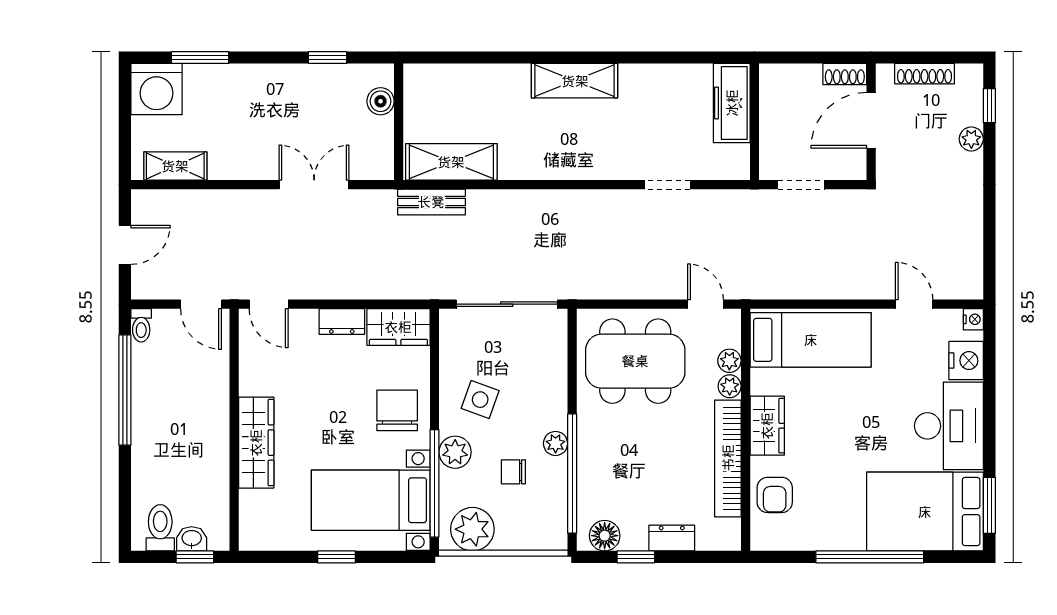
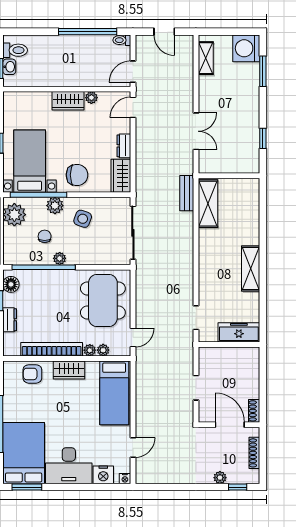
boiler: (381, 101) -> (240, 166), removed
freezer: (732, 103) -> (239, 332), moved
wall: (754, 122) -> (229, 344), moved
plant: (250, 383) -> (91, 98), added
wardrobe: (256, 443) -> (68, 101), width x0.67

